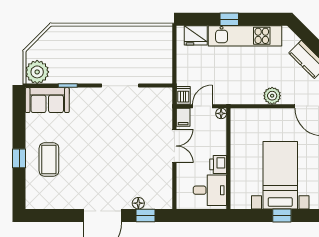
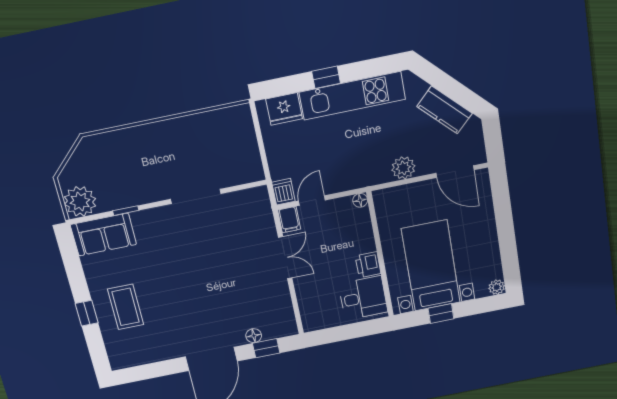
floor lamp: (221, 113) -> (360, 200), moved
wall: (228, 159) -> (380, 255), moved
printer: (218, 164) -> (368, 265), moved
desk: (210, 190) -> (363, 298), moved

